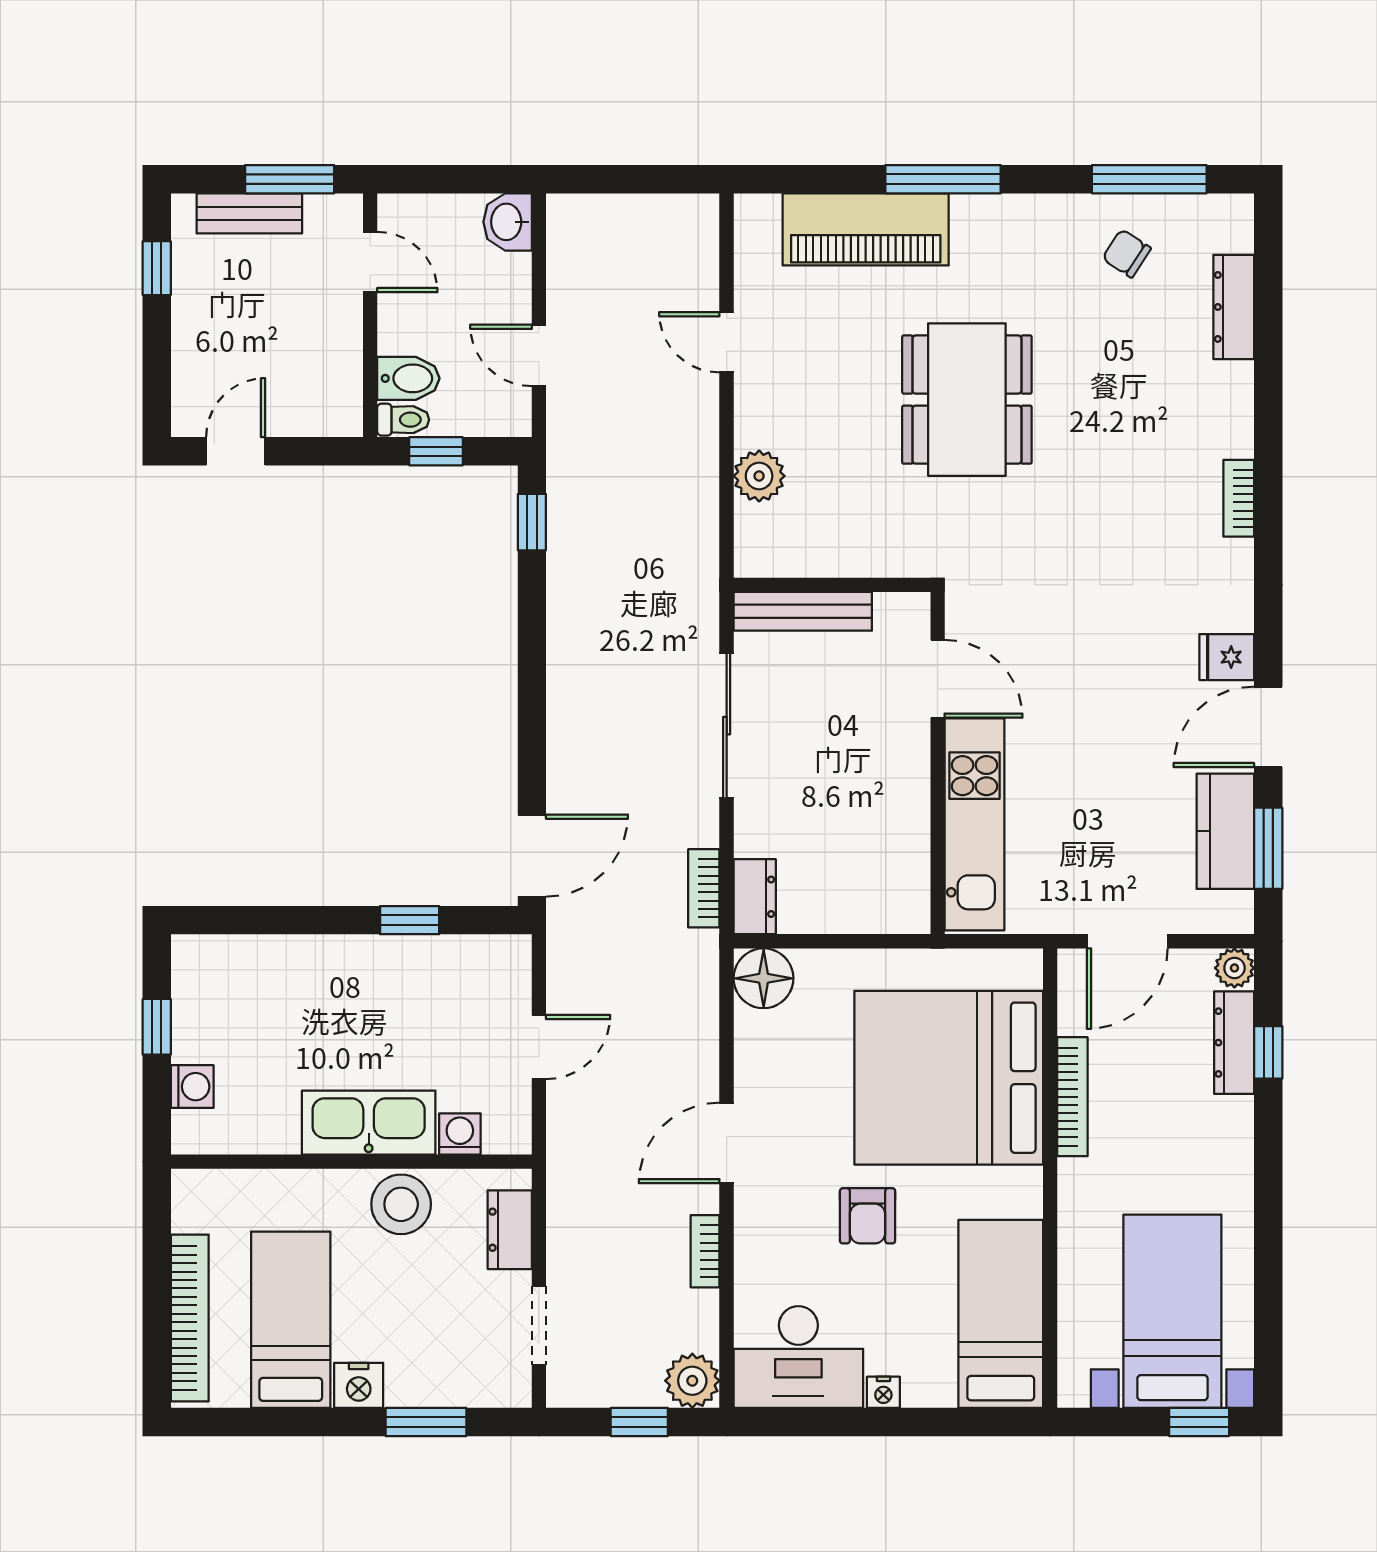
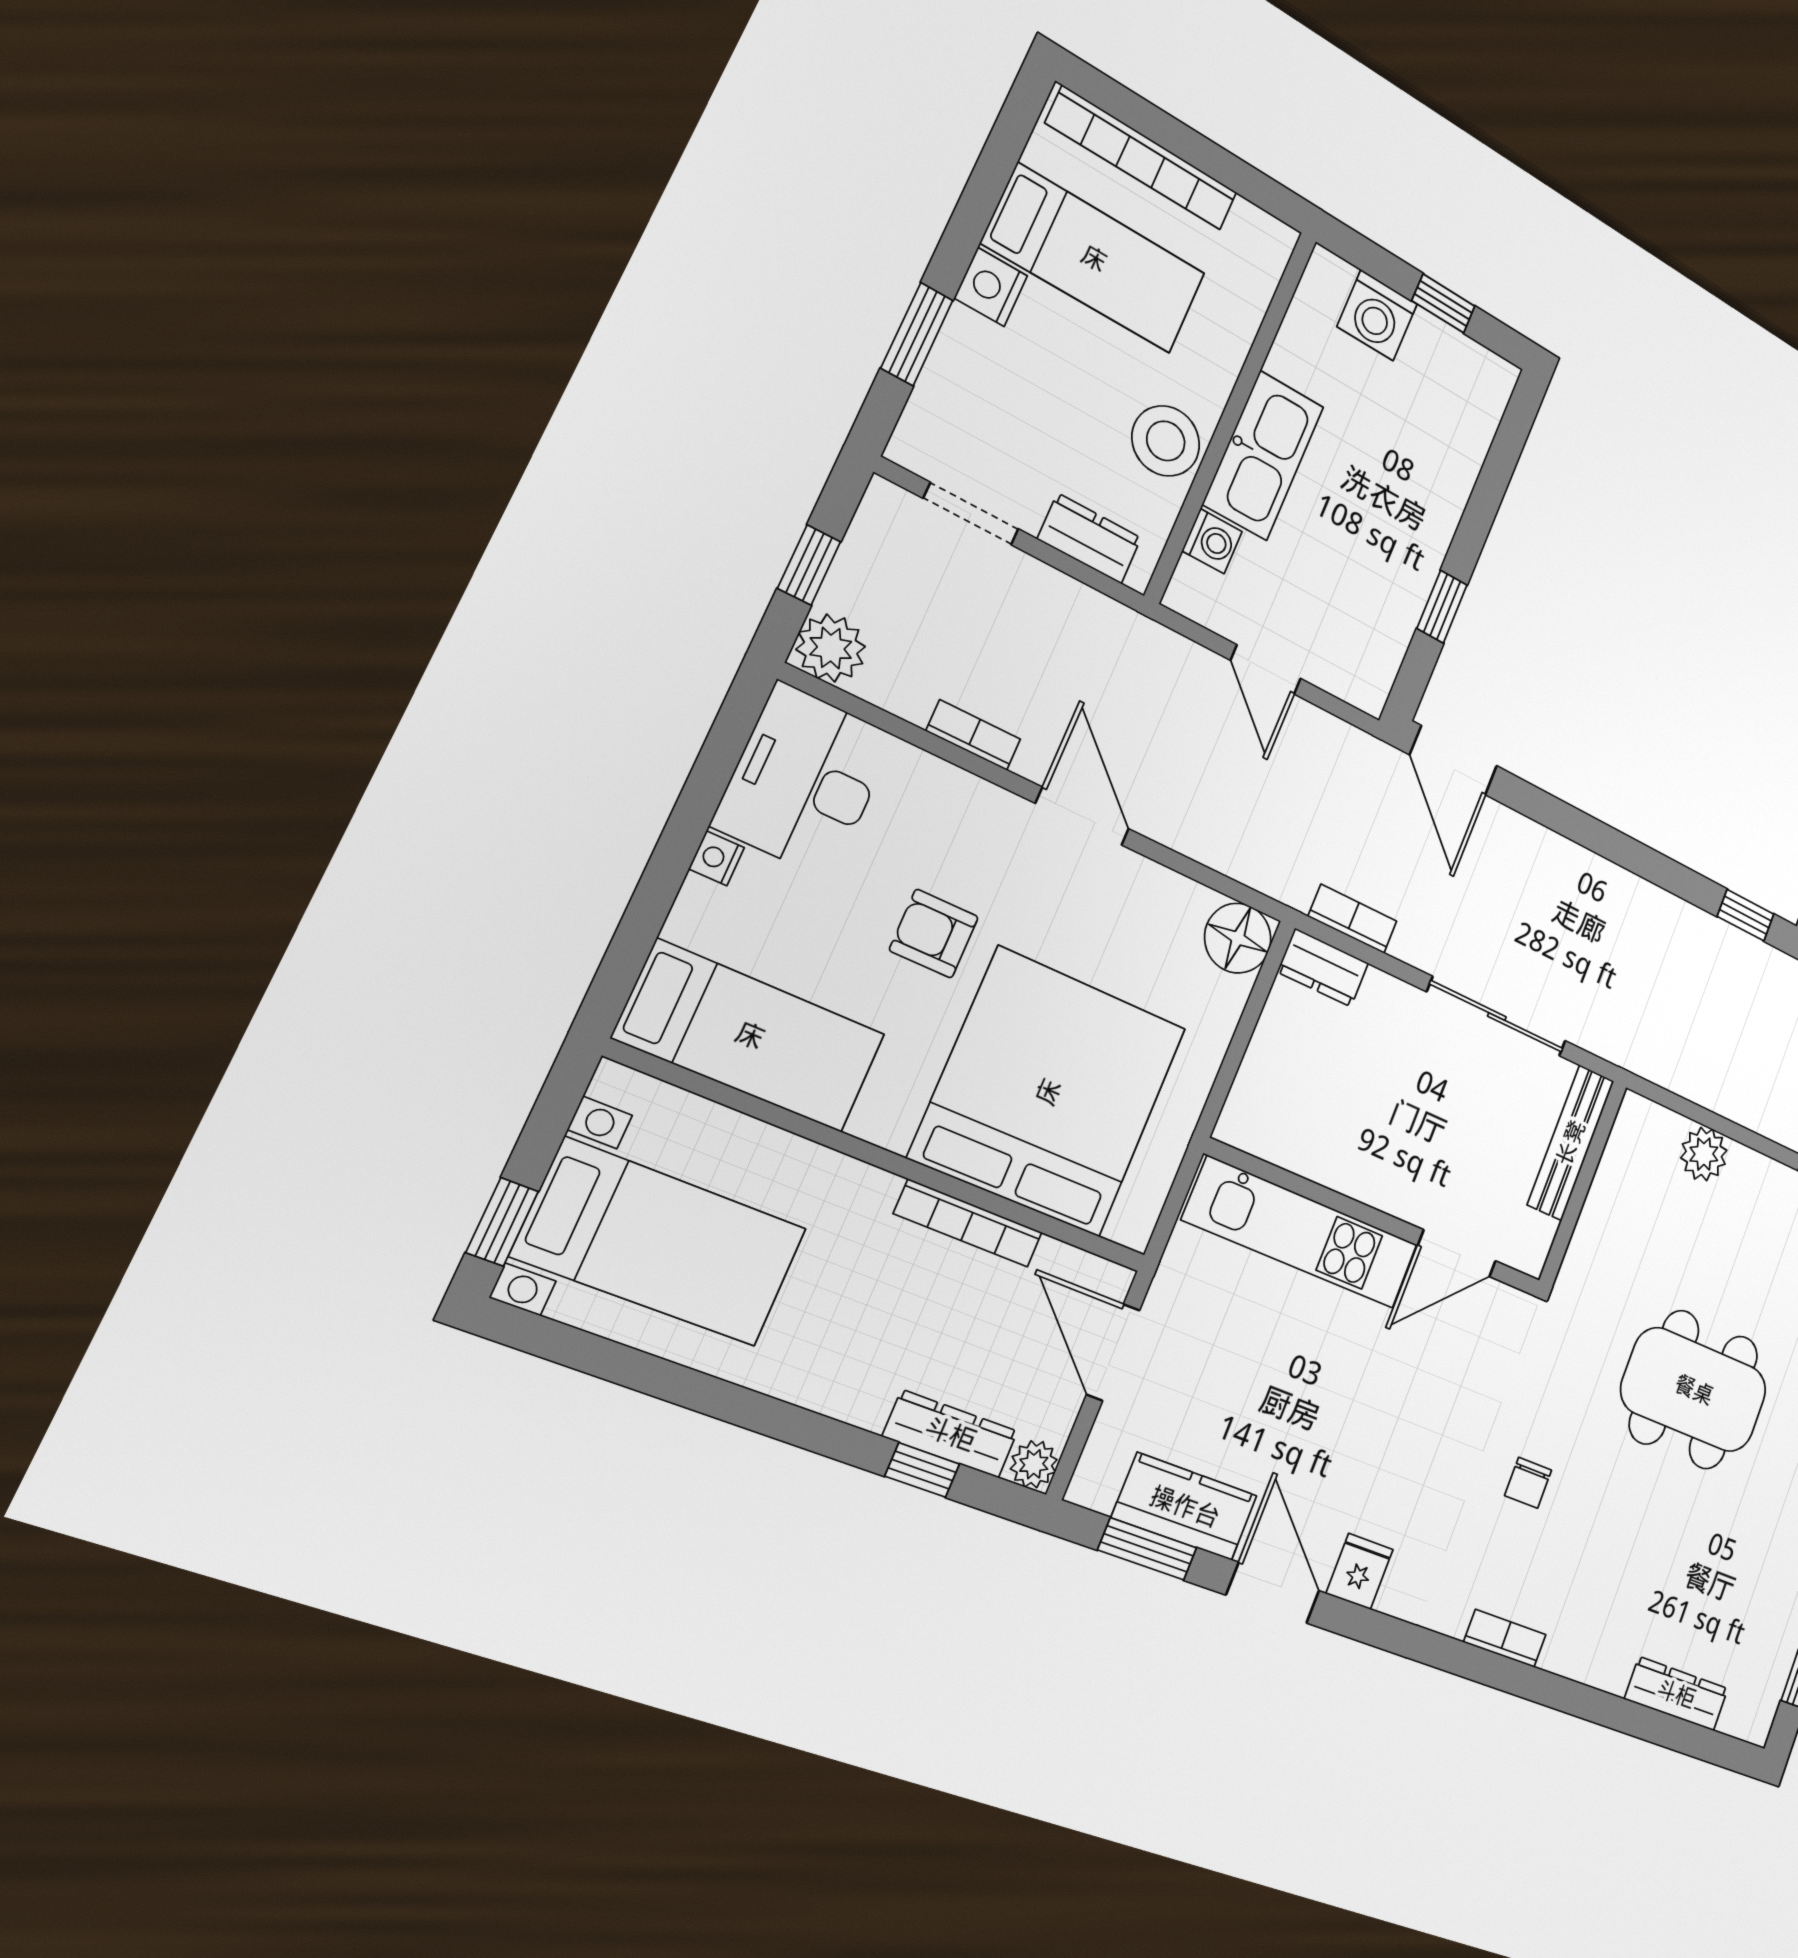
chair: (1127, 253) -> (1528, 1483), moved, turned 147
washing machine: (192, 1087) -> (1377, 315), width x1.38, depth x1.38

